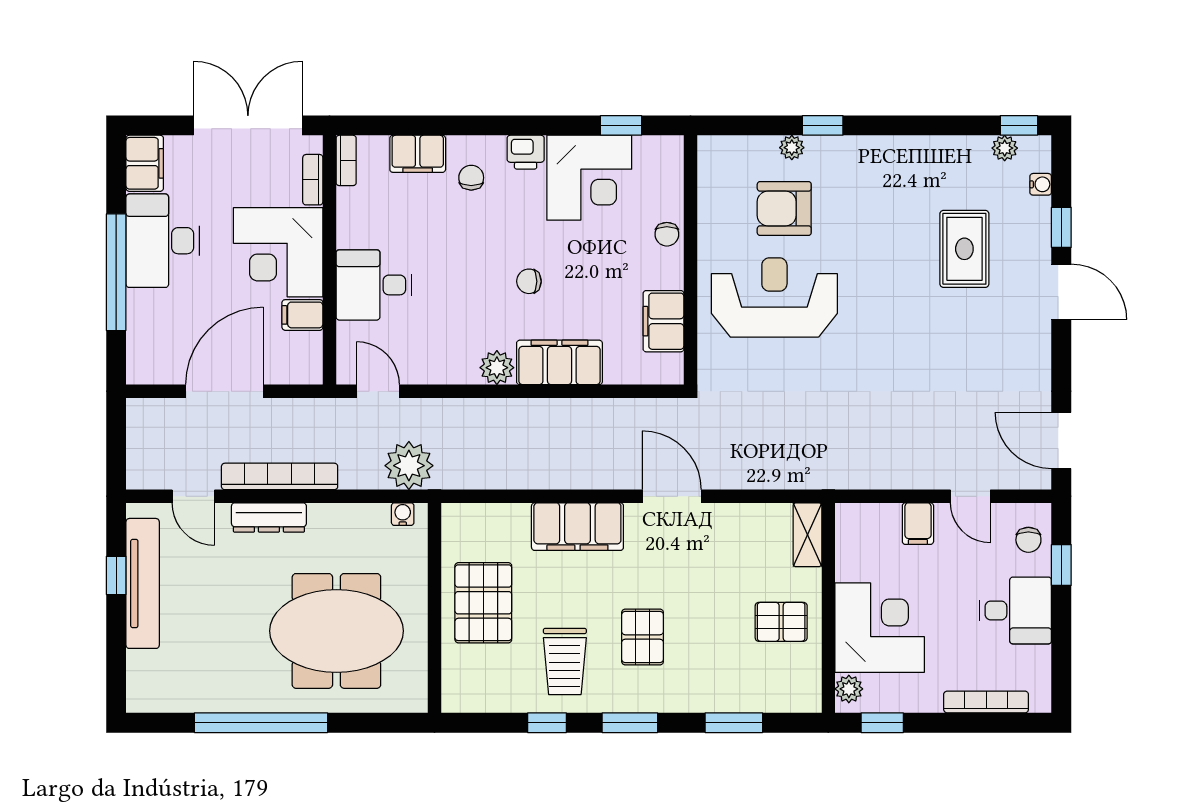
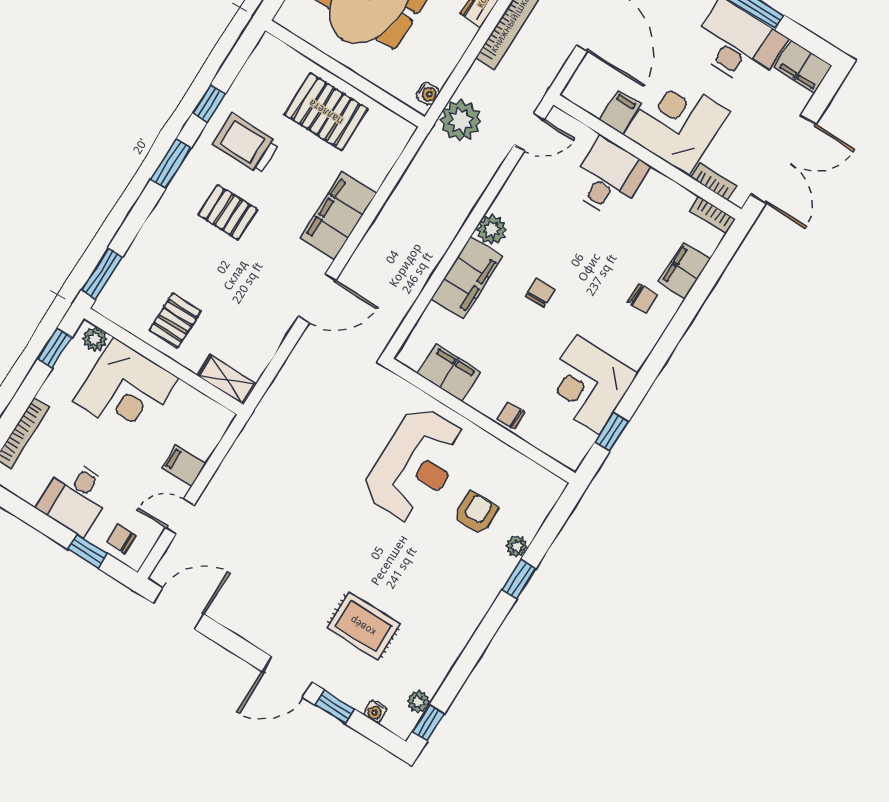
printer: (526, 152) -> (636, 350), removed
armchair: (784, 209) -> (476, 513), width x0.72, depth x0.72
window: (734, 723) -> (102, 273), moved

